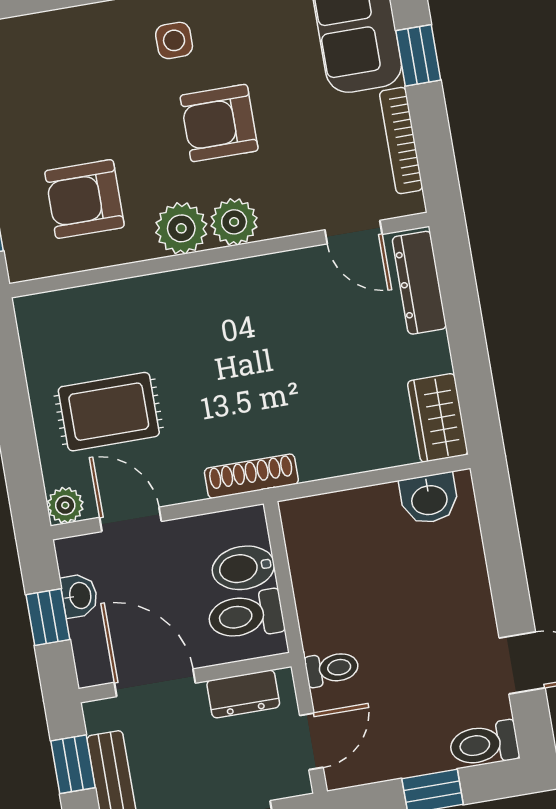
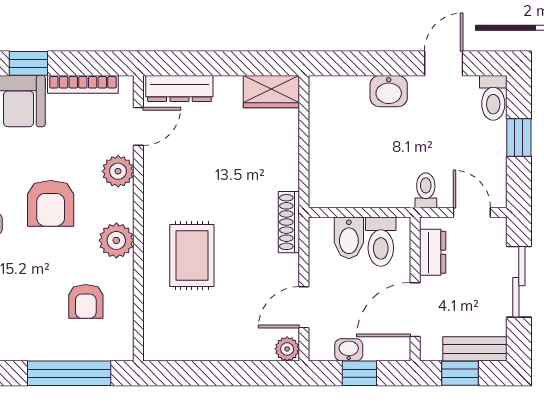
armchair: (84, 199) -> (86, 301), width x0.72, depth x0.72
plant: (234, 222) -> (118, 171), moved
rug: (109, 412) -> (192, 256), moved
washbasin: (429, 499) -> (389, 91), moved, turned 90

